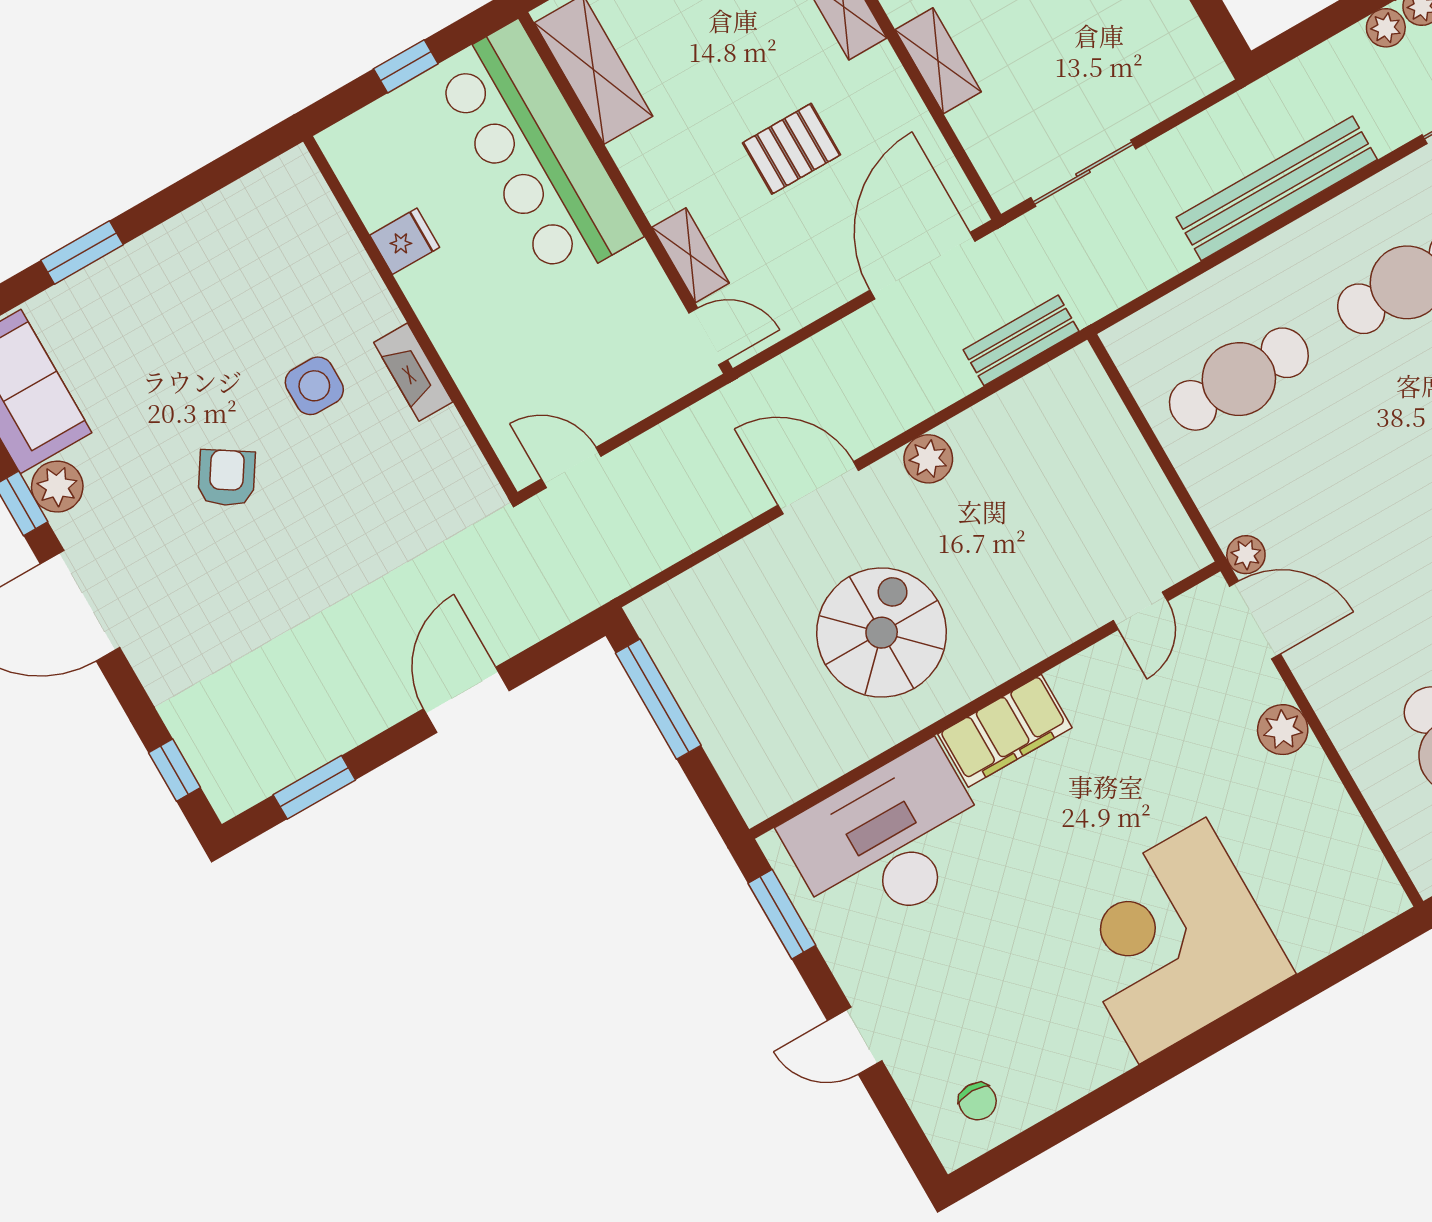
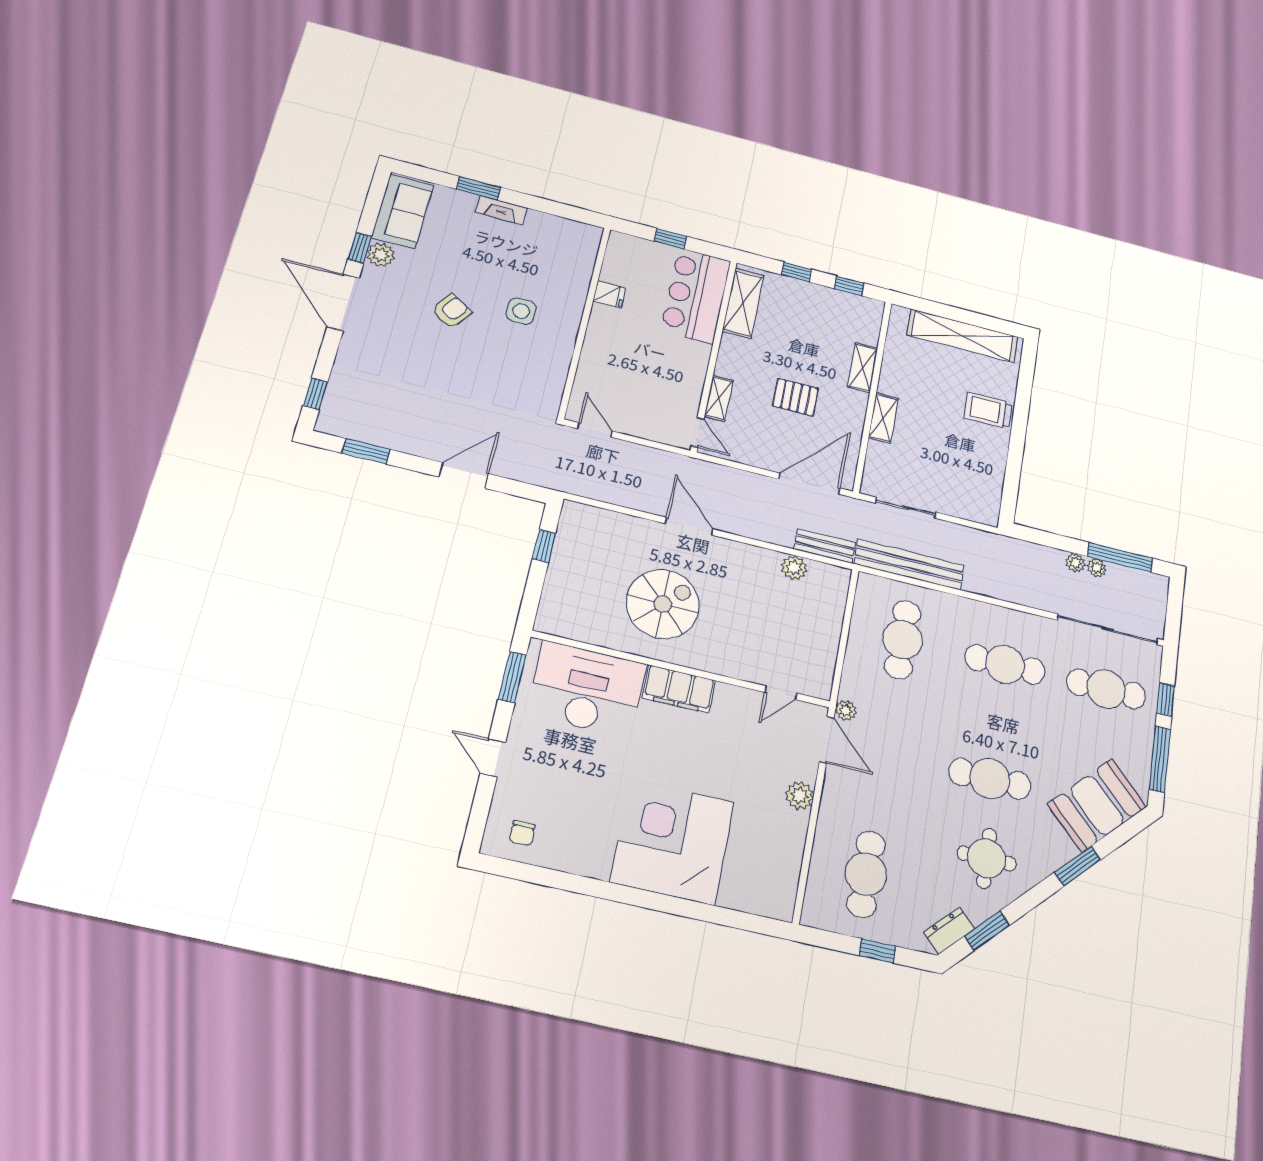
bar counter: (537, 153) -> (696, 296), width x0.73
bench: (1277, 188) -> (909, 565), moved
fireplace: (413, 372) -> (502, 210), moved, turned -90
cafe table: (1239, 379) -> (903, 640), turned 90
plant: (928, 459) -> (794, 568), moved
window: (658, 699) -> (544, 546), width x0.46

